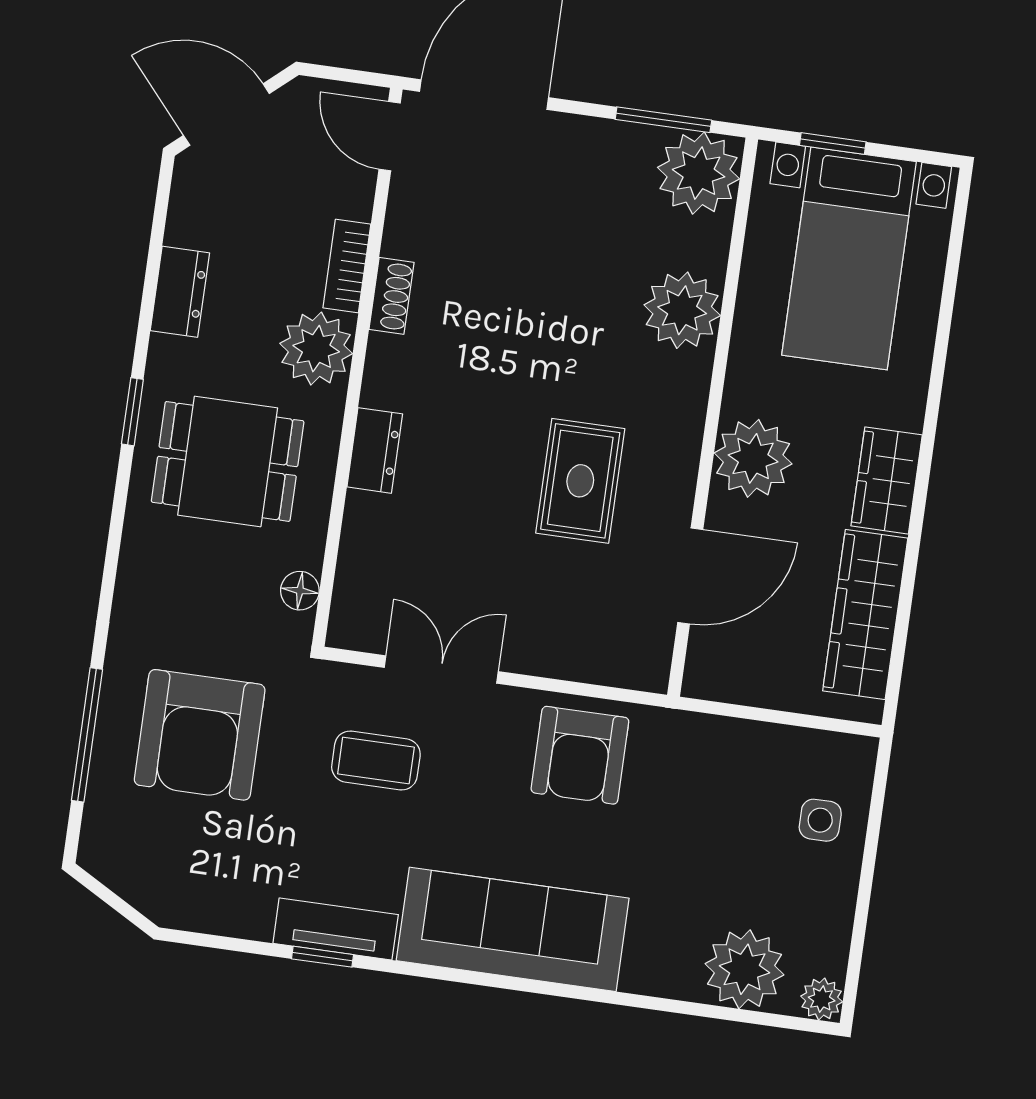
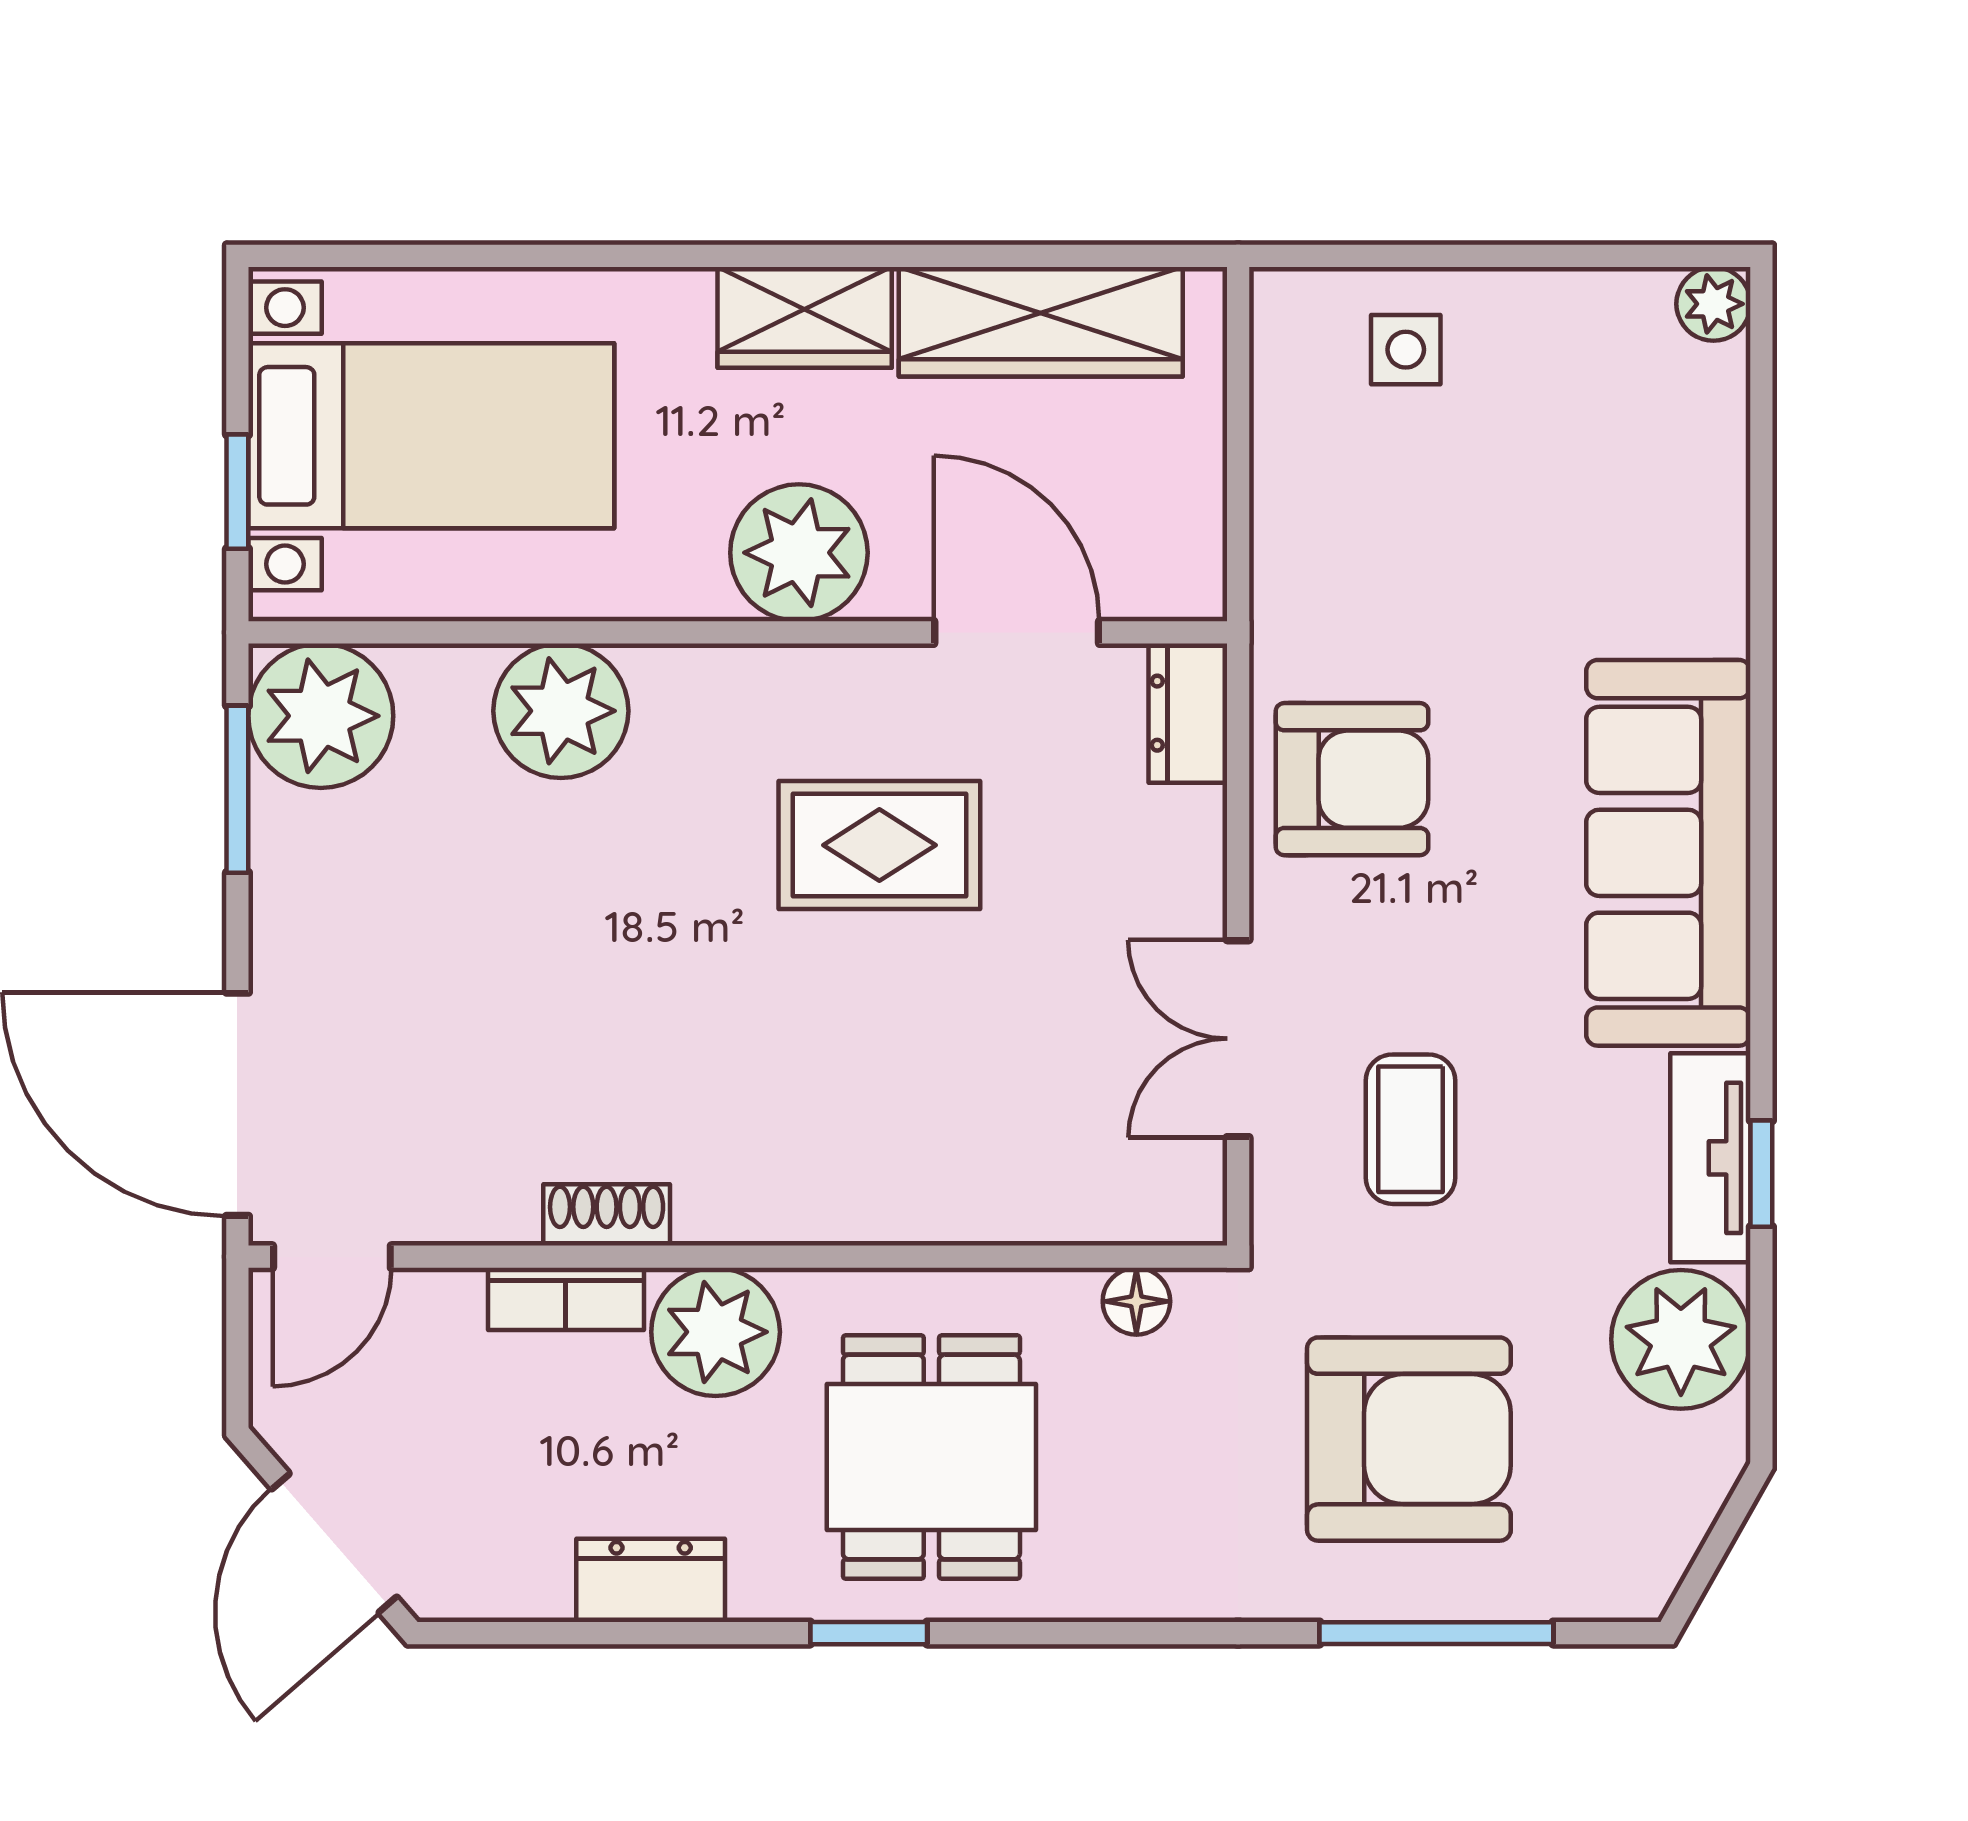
dresser: (375, 450) -> (1188, 713), moved, turned -90
plant: (744, 969) -> (1681, 1339), moved

